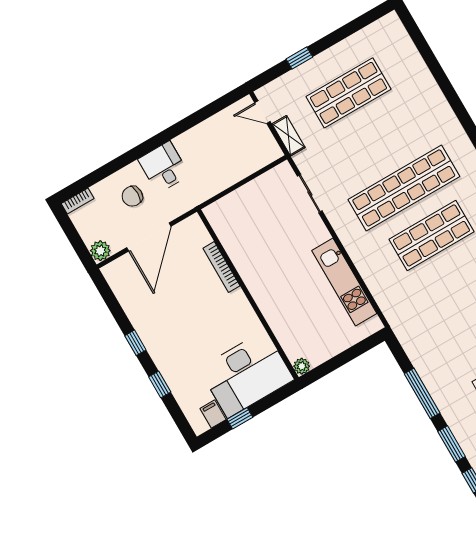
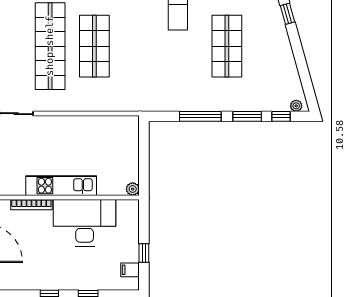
kitchen unit: (344, 282) -> (61, 186), moved, turned 180
desk: (246, 374) -> (85, 223), moved, turned -90

